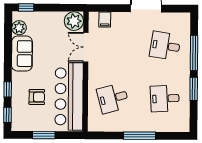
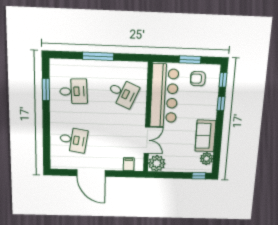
window: (194, 53) -> (46, 133), removed
window: (194, 89) -> (46, 89), moved
armchair: (37, 97) -> (198, 79), moved
desk: (113, 98) -> (123, 93), turned 39

